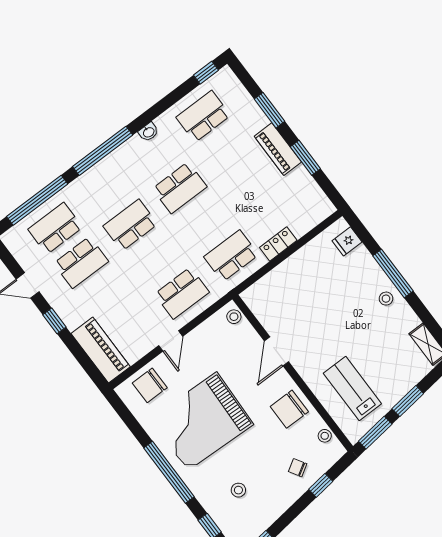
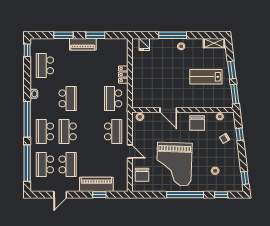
school desk: (105, 191) -> (45, 131), added
window: (54, 321) -> (99, 195), moved
piano: (101, 350) -> (96, 184), moved
lab bench: (352, 389) -> (206, 77), moved

